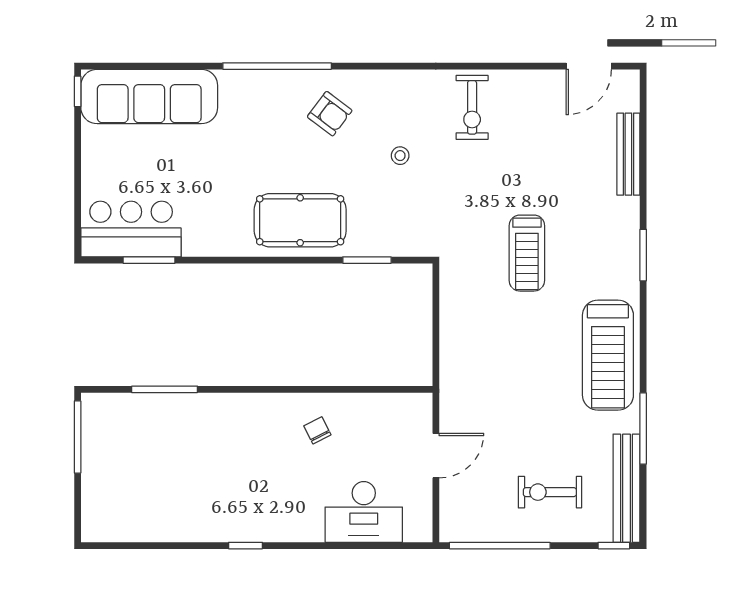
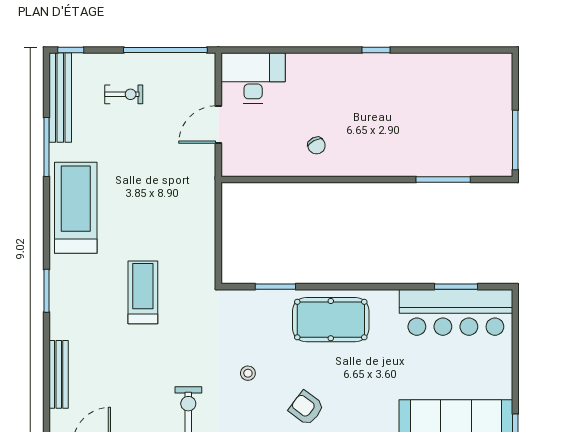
bar counter: (131, 229) -> (456, 312), width x1.36
exercise bike: (550, 492) -> (124, 94), width x0.73, depth x0.72
desk: (364, 512) -> (253, 78), moved

